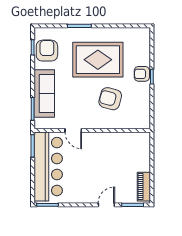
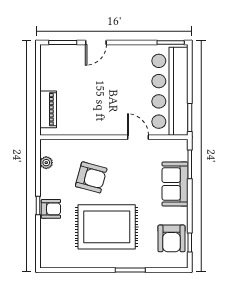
sofa: (44, 93) -> (175, 184), width x0.73
plant: (146, 110) -> (46, 163), added
piano: (144, 187) -> (48, 109), moved

